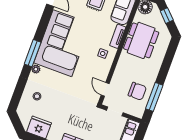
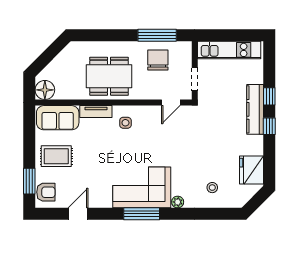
window: (167, 16) -> (46, 58), removed
dining table: (141, 40) -> (109, 76), moved
corner sofa: (62, 43) -> (142, 187), width x0.73, depth x0.74
window: (33, 53) -> (142, 214), moved

